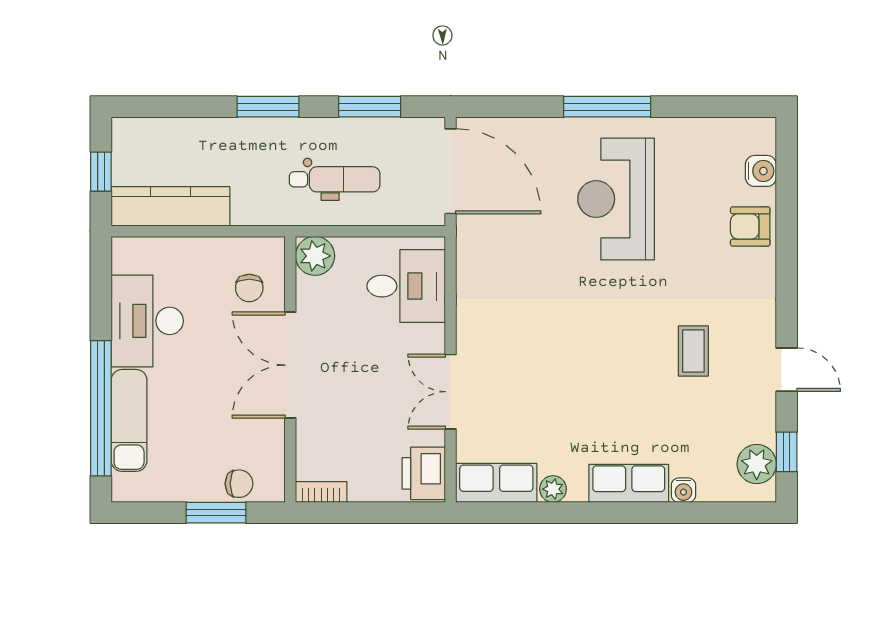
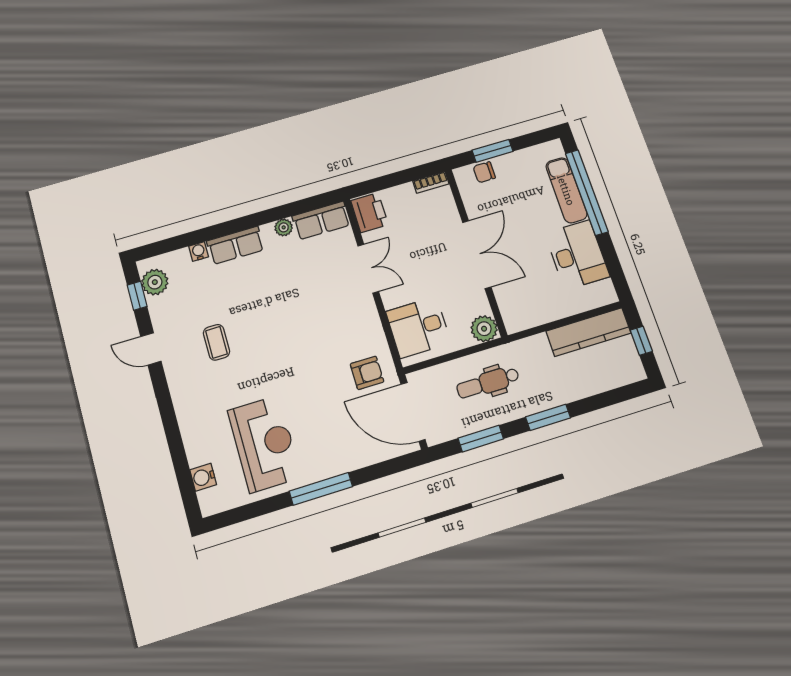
reception desk: (616, 199) -> (264, 444), moved
armchair: (750, 226) -> (367, 373), moved
chair: (249, 288) -> (520, 295), removed

